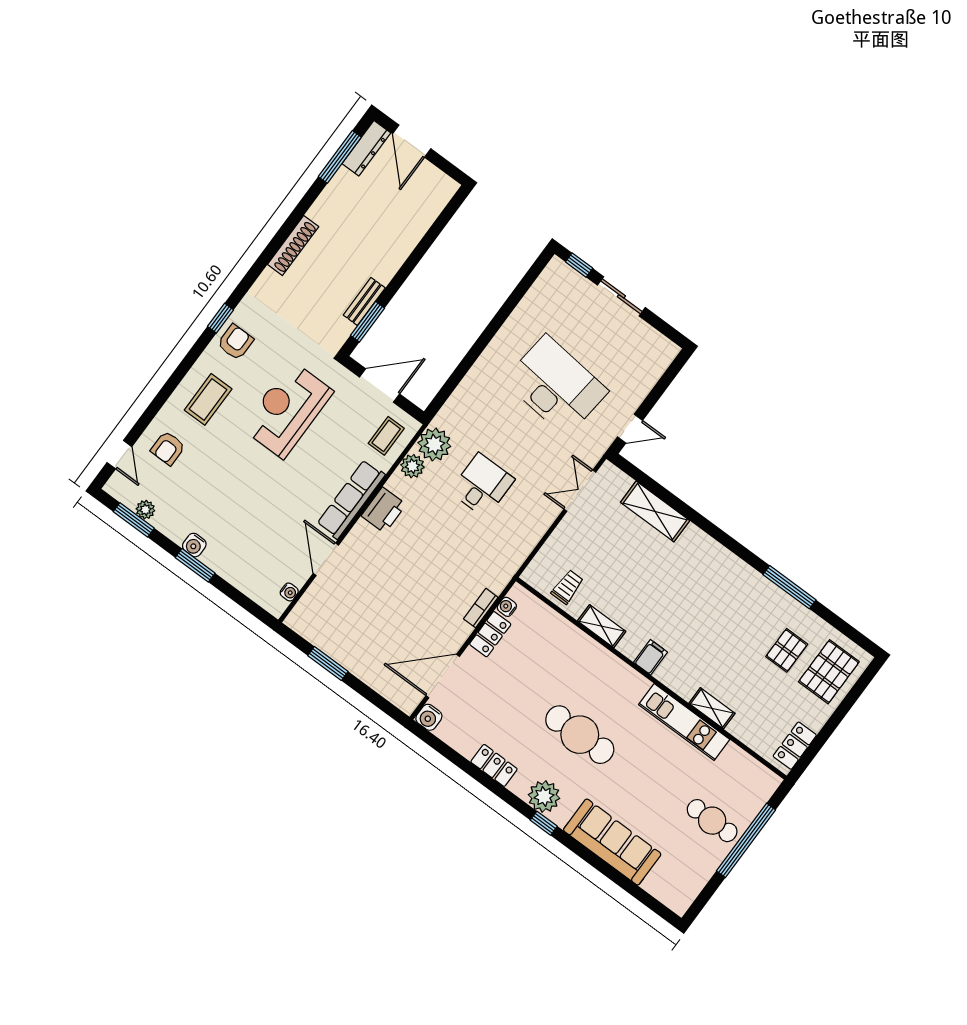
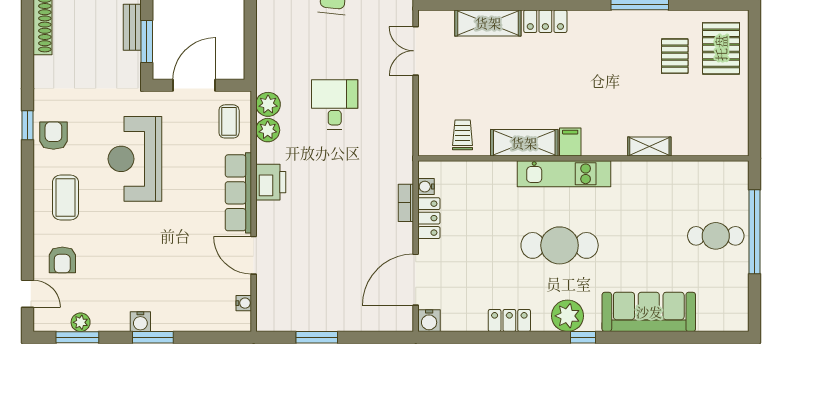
plant: (434, 444) -> (268, 104), width x0.73, depth x0.73
shelving: (602, 626) -> (524, 143), width x1.50, depth x1.33
kitchen unit: (684, 722) -> (564, 174), moved
locker: (795, 746) -> (545, 21), moved, turned -90

